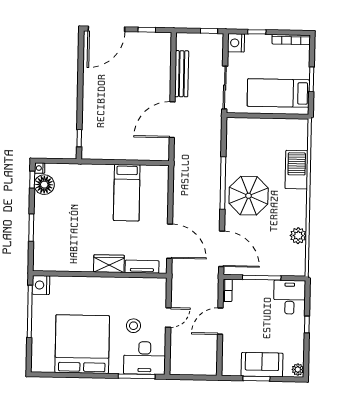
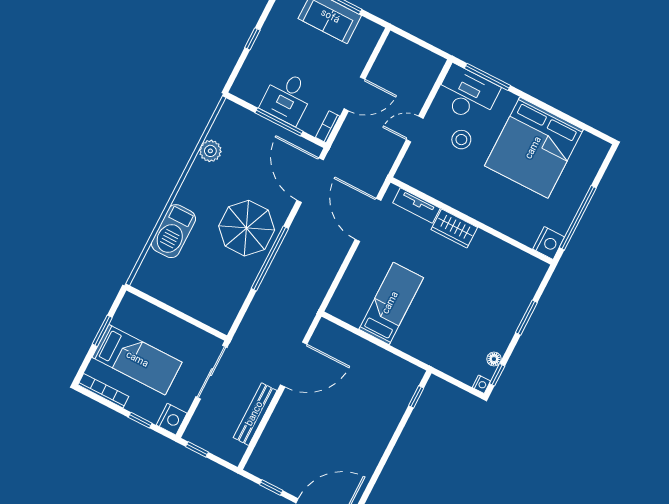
bed: (278, 93) -> (137, 360), moved
floor lamp: (44, 185) -> (494, 359), width x0.53, depth x0.53
desk: (290, 297) -> (287, 98), moved

